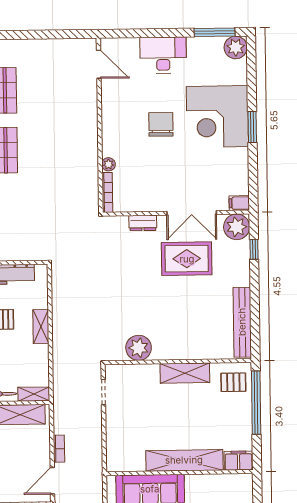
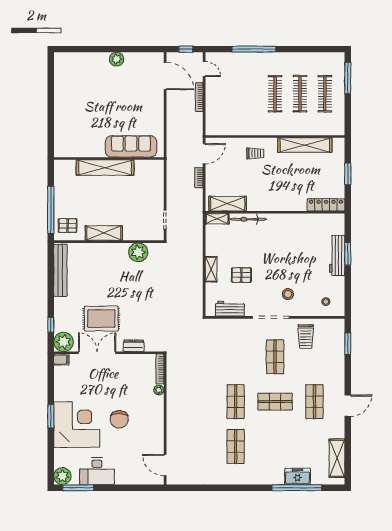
desk: (163, 55) -> (97, 471), moved
filing cabinet: (239, 461) -> (65, 167), removed

